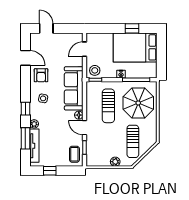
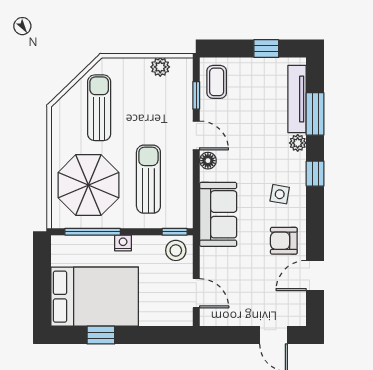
door: (85, 49) -> (196, 293), hinge flipped
door: (25, 58) -> (315, 275), hinge flipped
armchair: (41, 75) -> (284, 241), turned -90
sofa: (74, 88) -> (218, 214), width x0.73
plant: (115, 162) -> (160, 67), moved

